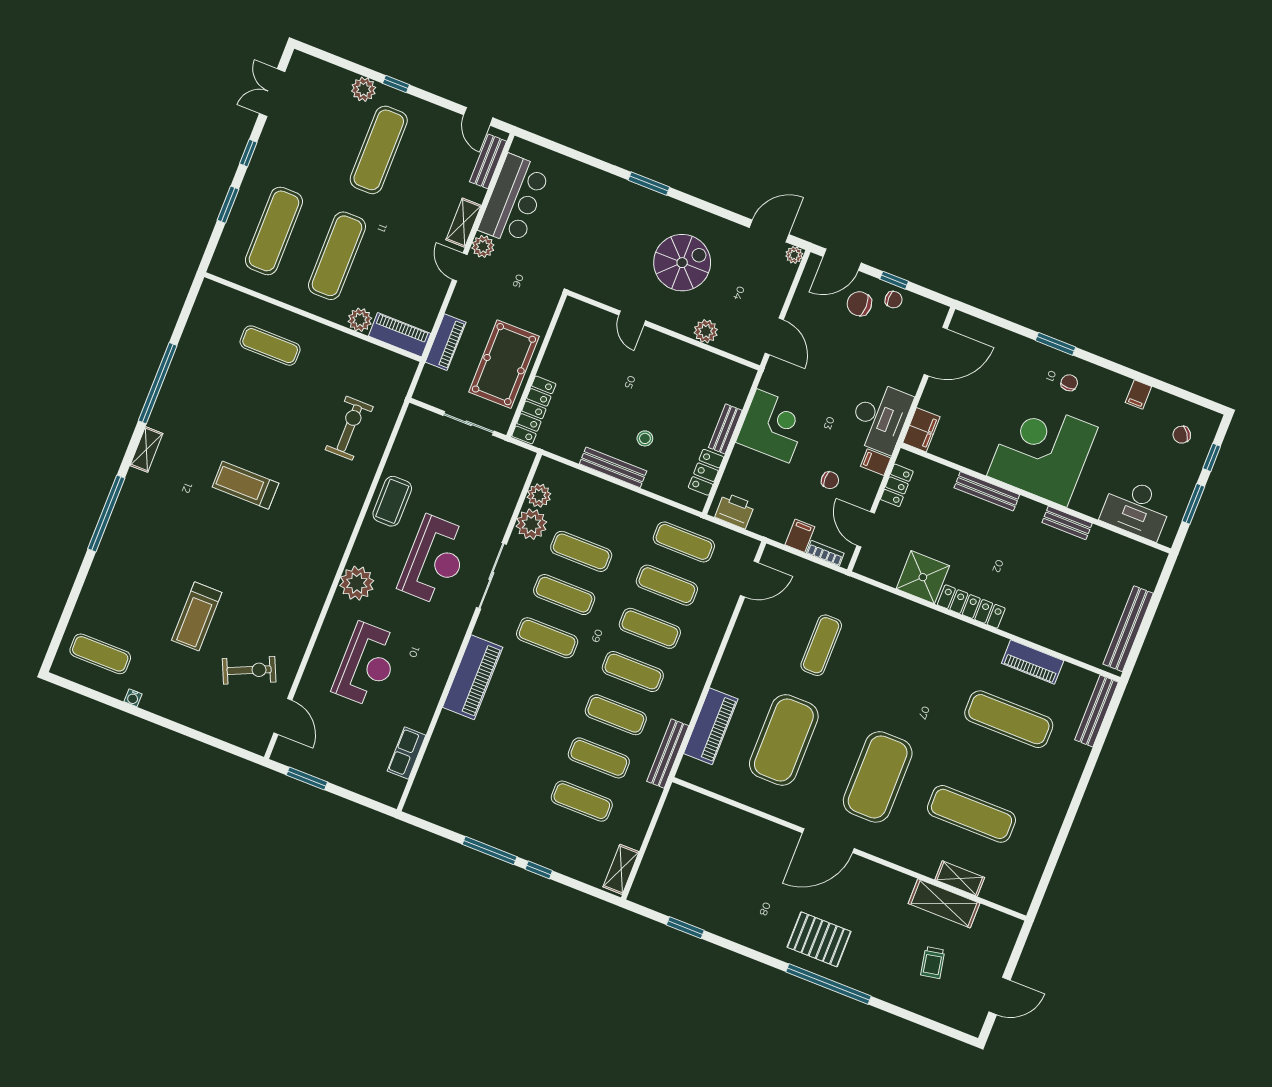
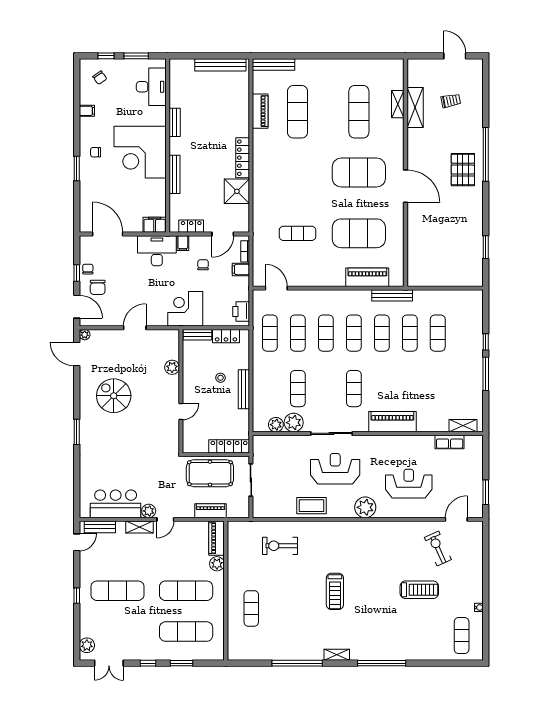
plant: (364, 89) -> (87, 645), moved
door: (632, 318) -> (181, 412), moved
wall: (664, 330) -> (181, 391), moved
plant: (706, 331) -> (172, 367), moved
exercise mat: (564, 595) -> (326, 389), removed
shelving: (621, 869) -> (463, 426), moved

